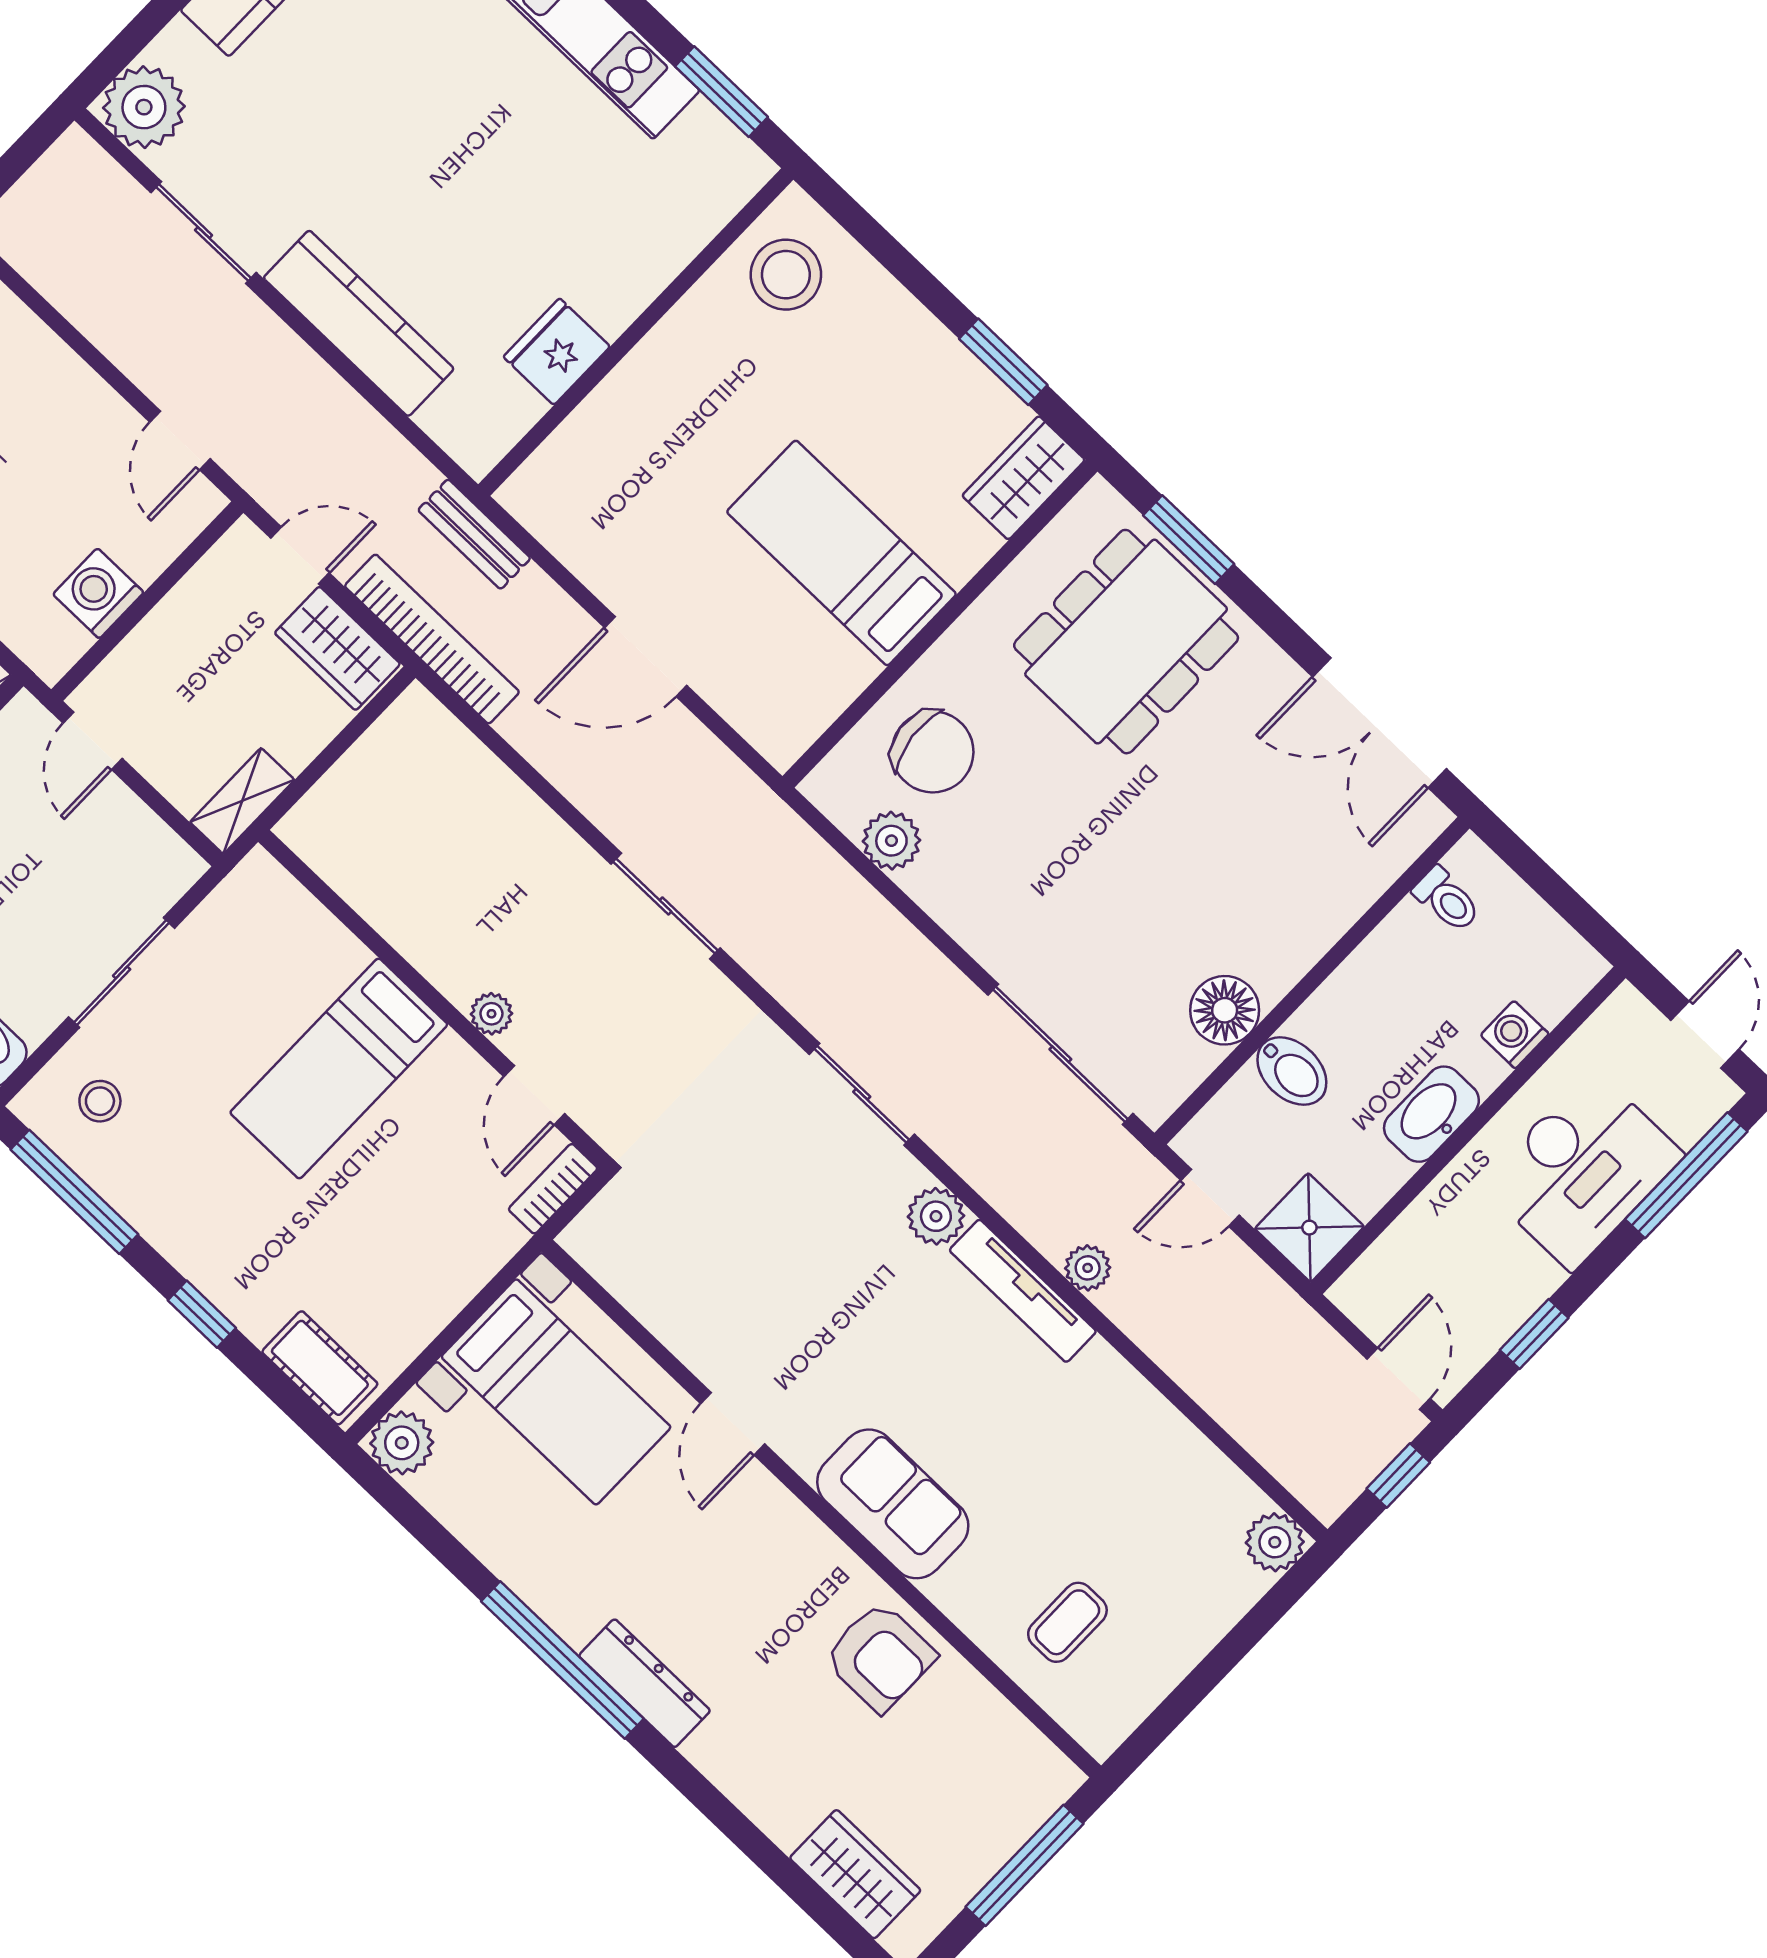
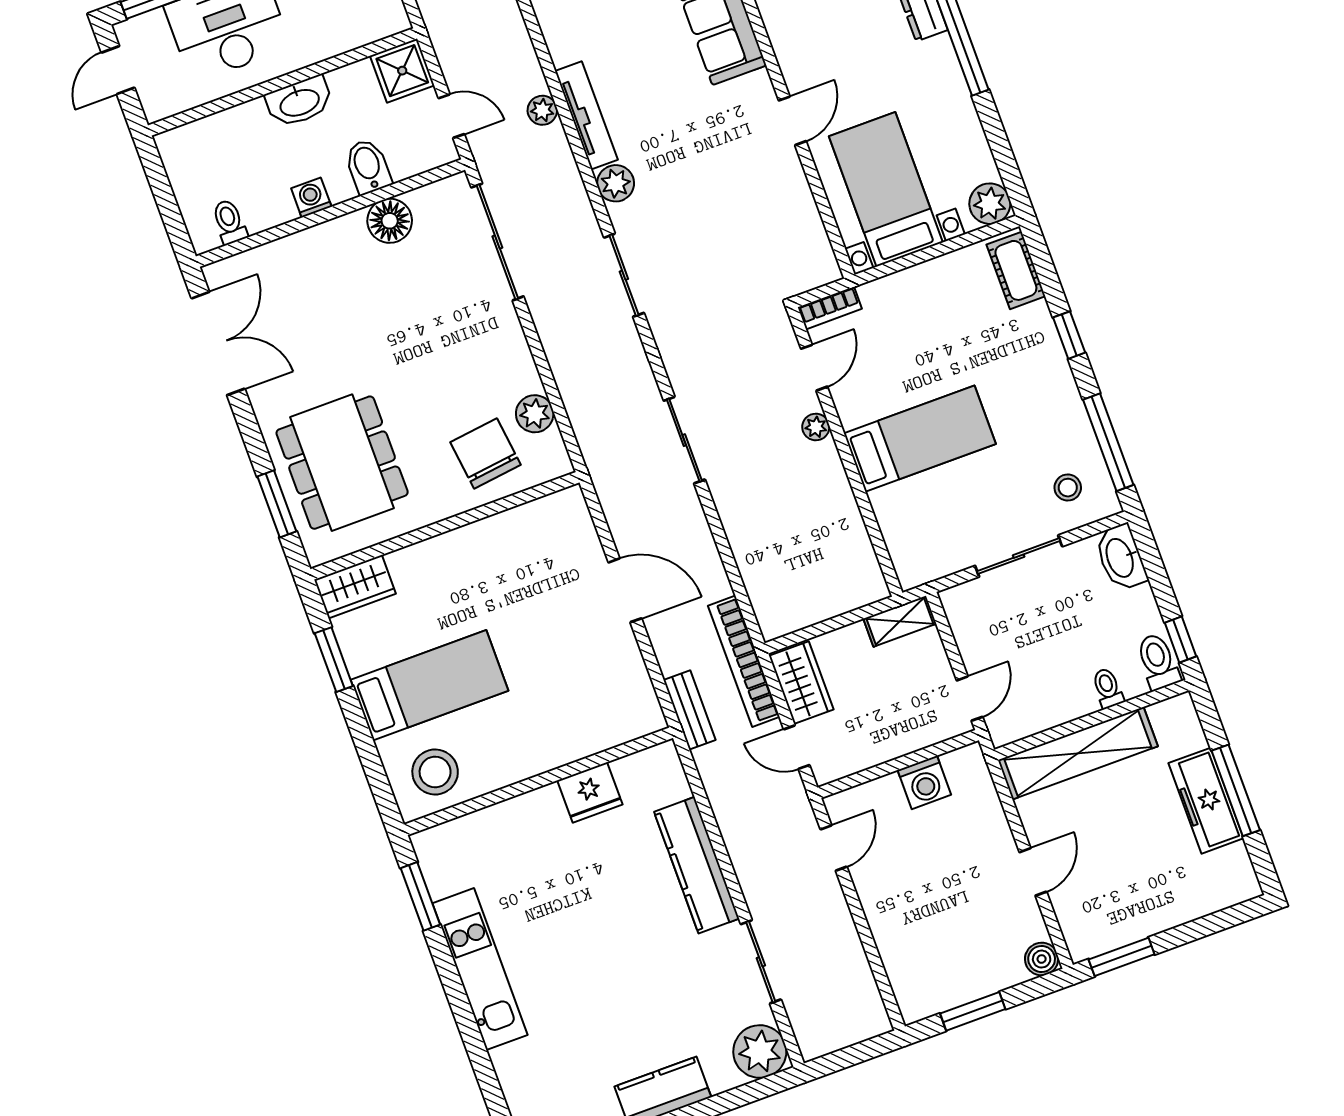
bed: (841, 553) -> (430, 685), moved, turned -90
dining table: (1126, 642) -> (342, 463), turned 90
washing machine: (1515, 1035) -> (311, 198), moved, turned 180

